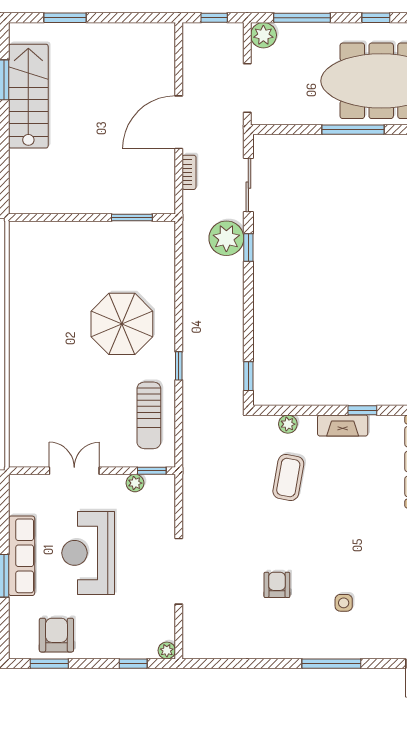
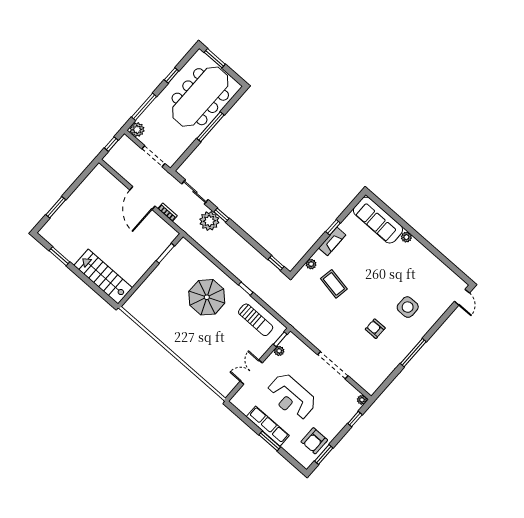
stairs: (28, 96) -> (103, 277), moved
side table: (344, 603) -> (408, 307), width x1.87, depth x1.87
armchair: (56, 635) -> (314, 441), turned -90
window: (331, 664) -> (413, 353), moved

